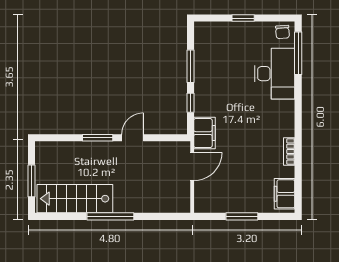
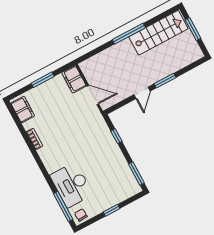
window: (190, 66) -> (136, 173), moved
filing cabinet: (204, 133) -> (74, 79), moved
door: (192, 166) -> (93, 95), swing flipped

